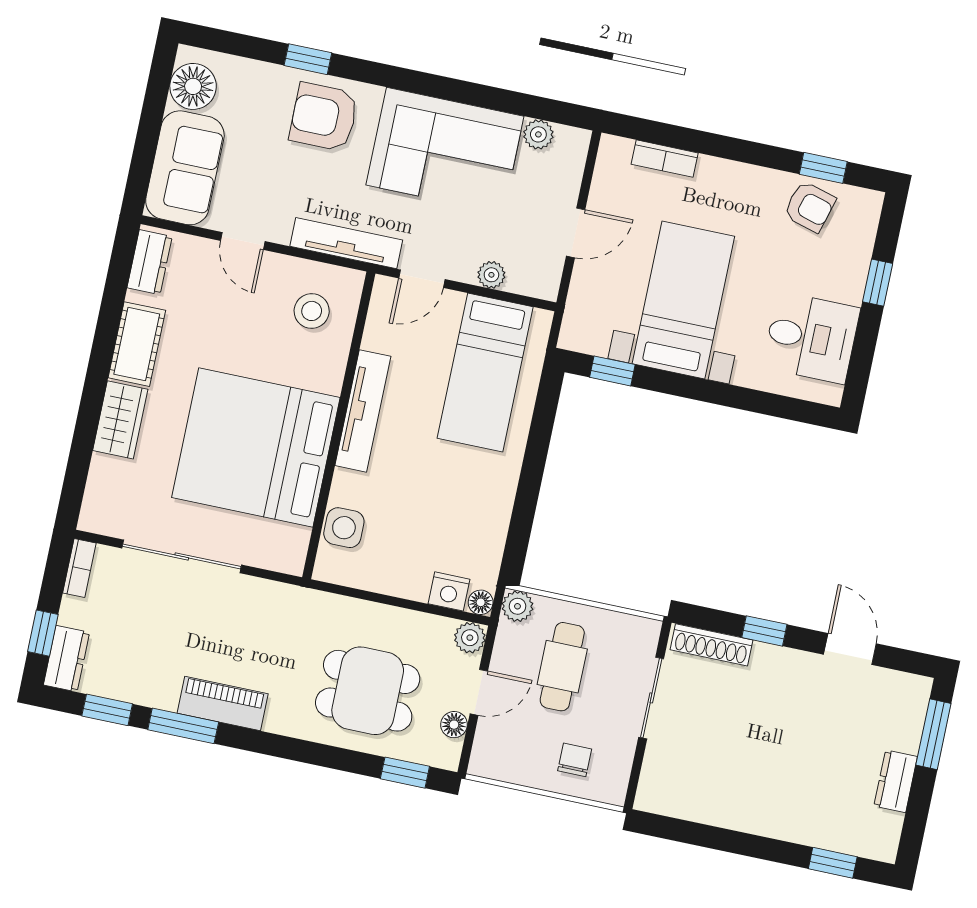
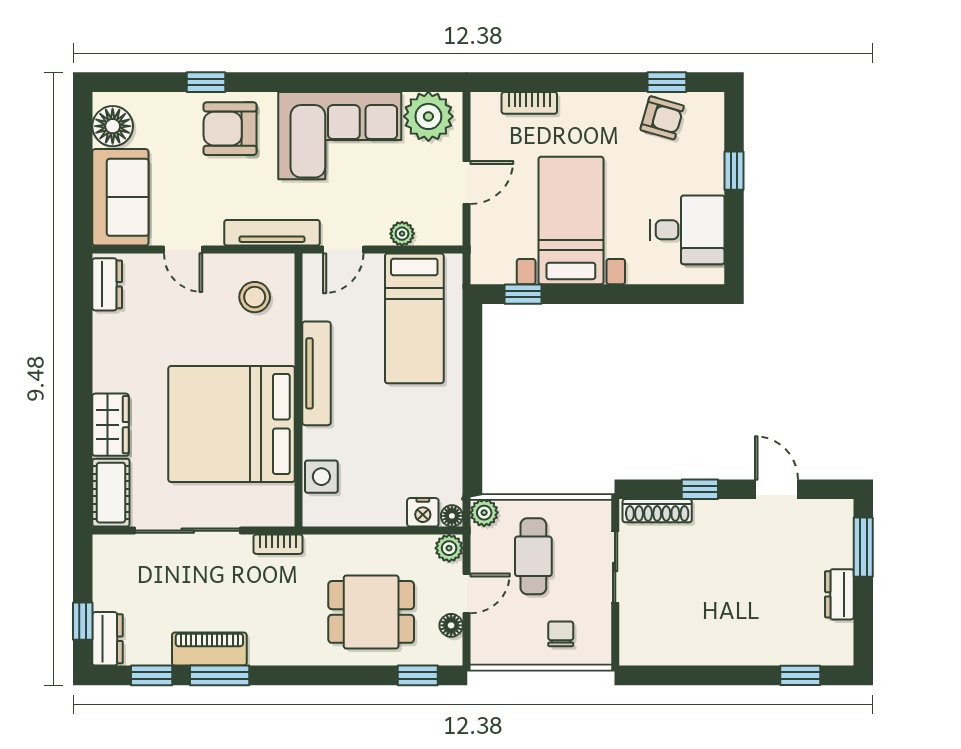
plant: (538, 134) -> (428, 116), width x1.88, depth x1.88
cot: (137, 344) -> (111, 493), moved
bookcase: (79, 568) -> (278, 544), moved, turned 90
piano: (223, 703) -> (209, 649), moved

